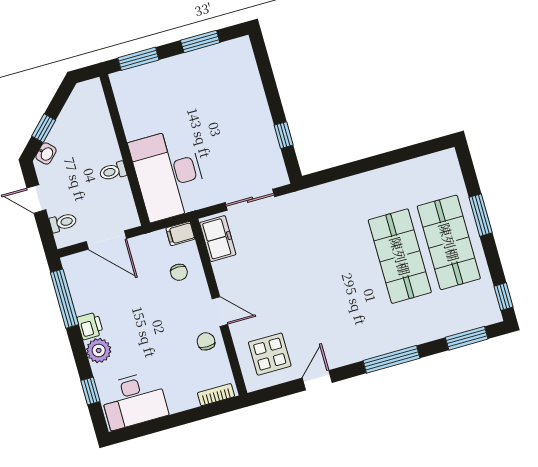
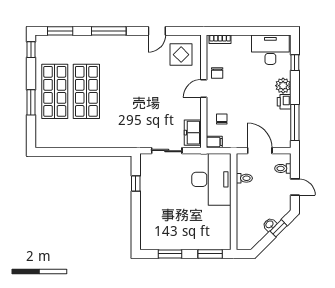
washbasin: (46, 153) -> (270, 224), moved
toilet: (113, 171) -> (244, 178), moved
door: (220, 312) -> (204, 88), hinge flipped

